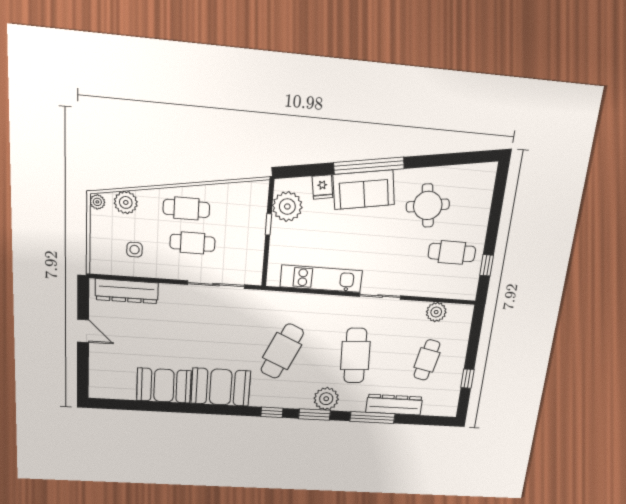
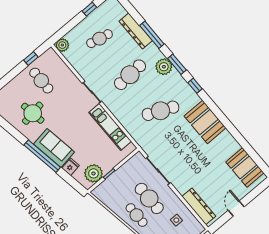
cafe table: (192, 243) -> (149, 198), width x1.37, depth x1.35
plant: (436, 312) -> (62, 45), moved
booth: (164, 386) -> (245, 167), moved

